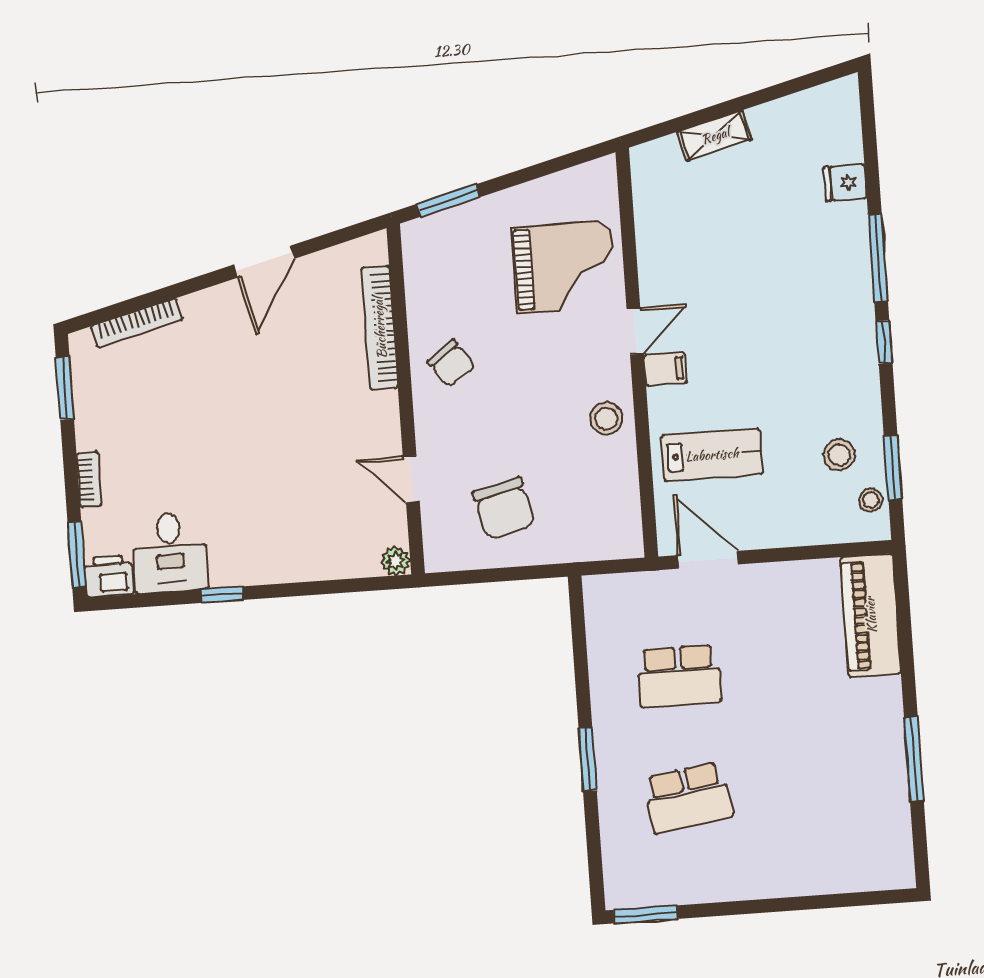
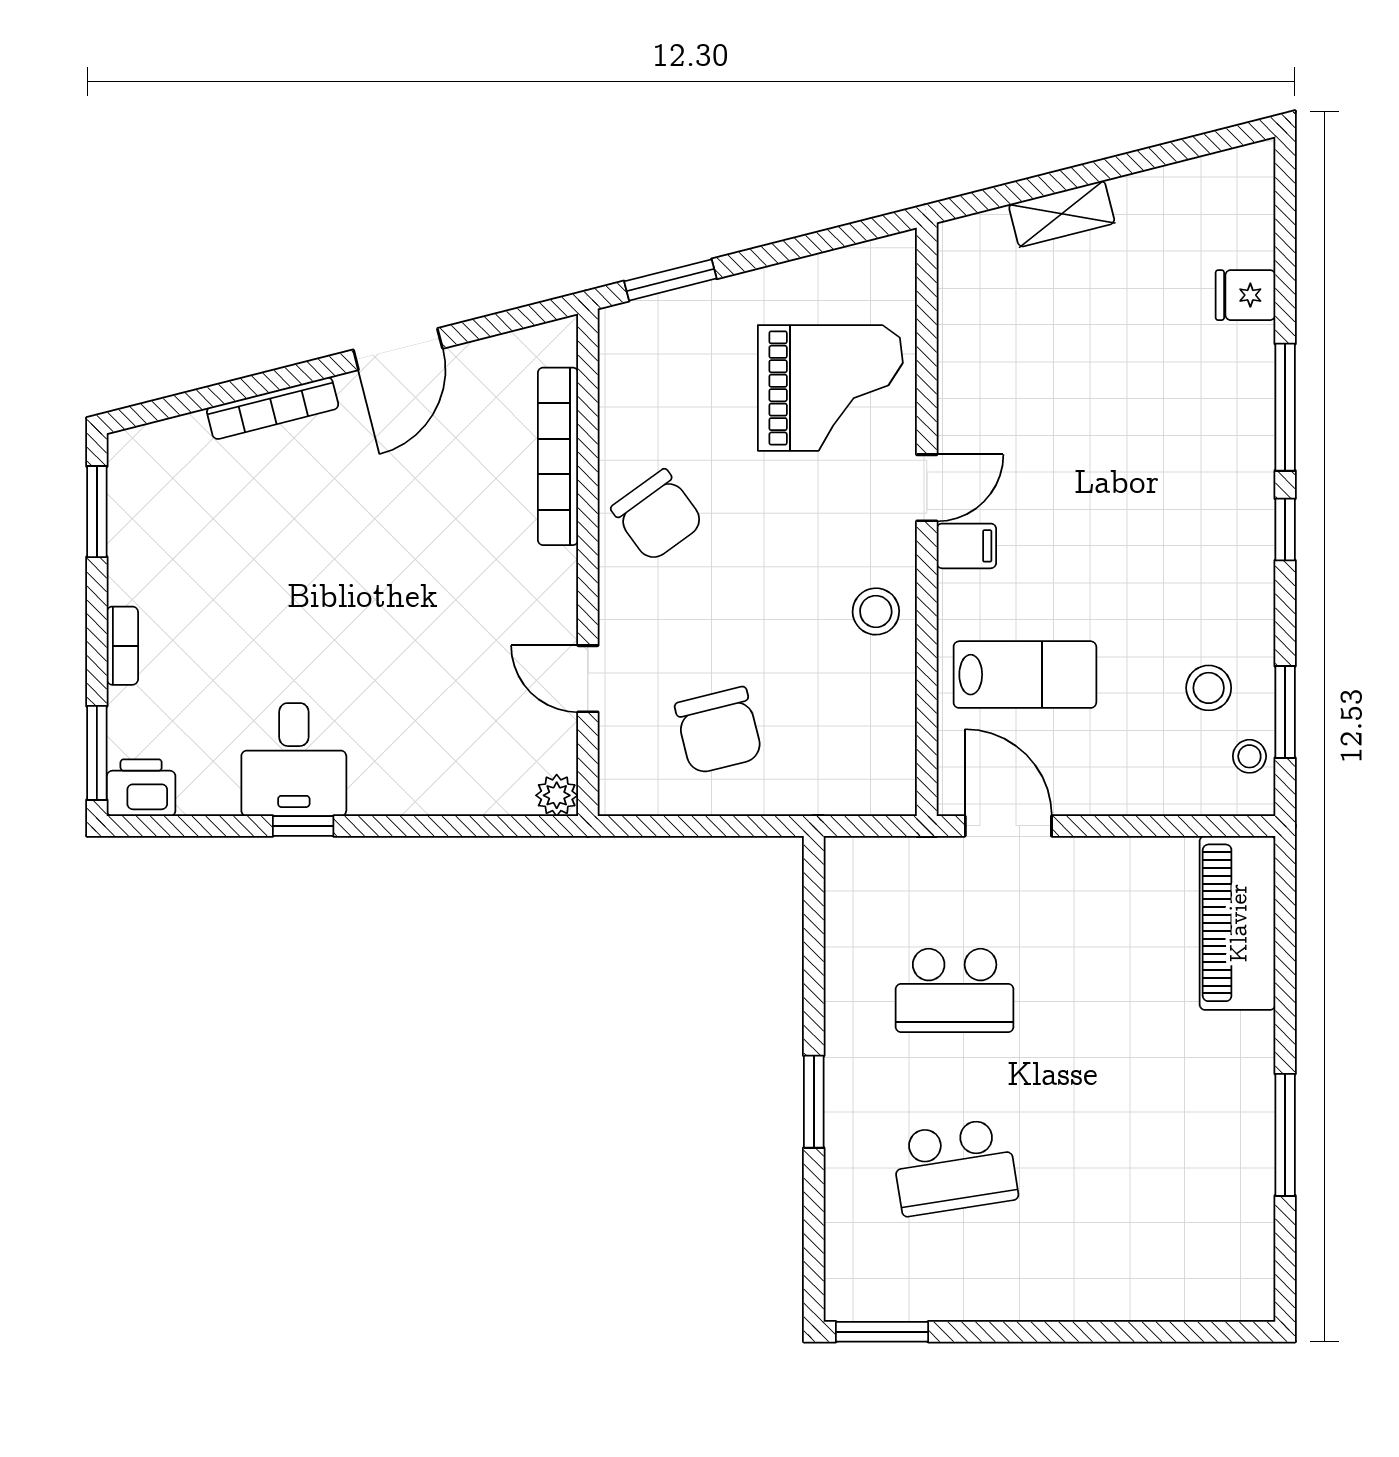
bookcase: (137, 323) -> (273, 408), moved
chair: (451, 363) -> (657, 515), width x1.37, depth x1.37
desk: (170, 552) -> (294, 760), moved

